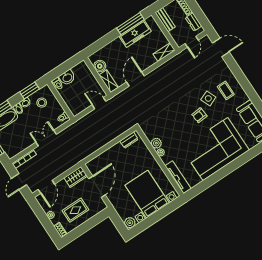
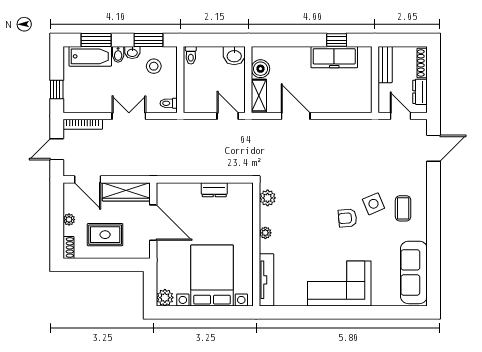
window: (130, 24) -> (337, 40), width x0.46
door: (192, 42) -> (400, 116), swing flipped
door: (221, 47) -> (434, 148), hinge flipped
shelving: (164, 52) -> (356, 106), removed
washbasin: (67, 78) -> (234, 56), moved
door: (135, 79) -> (296, 116), hinge flipped
dresser: (129, 140) -> (214, 190), moved
plant: (156, 143) -> (268, 198), moved
corner sofa: (215, 149) -> (339, 284), width x0.73, depth x0.74
wardrobe: (76, 177) -> (126, 192), width x1.50
door: (46, 187) -> (88, 179), hinge flipped
door: (97, 187) -> (153, 223), hinge flipped

